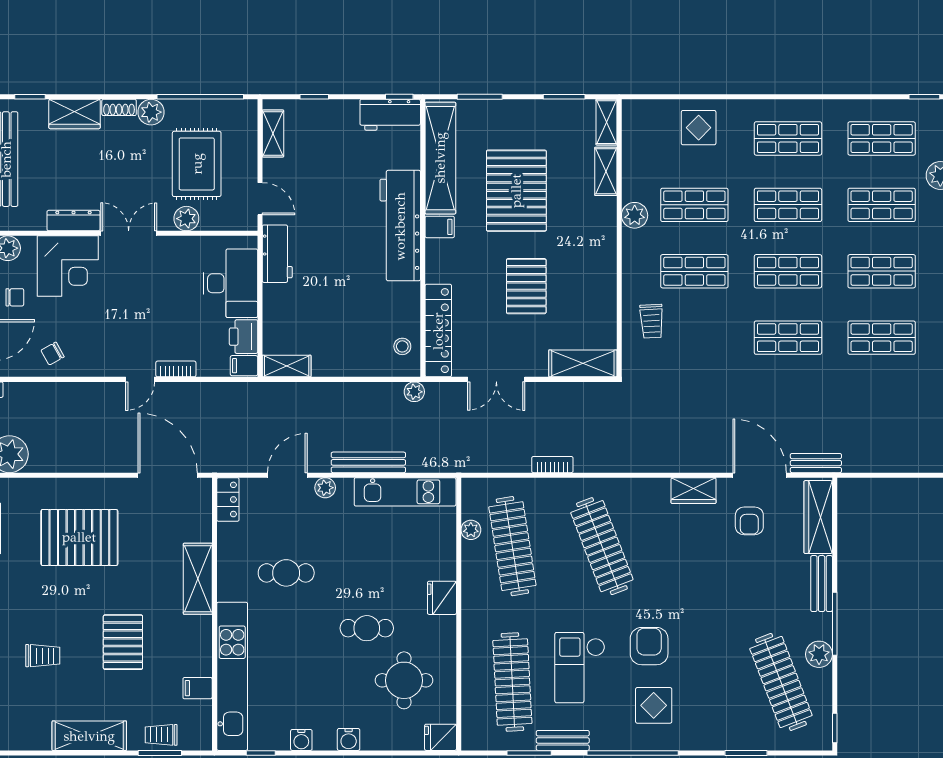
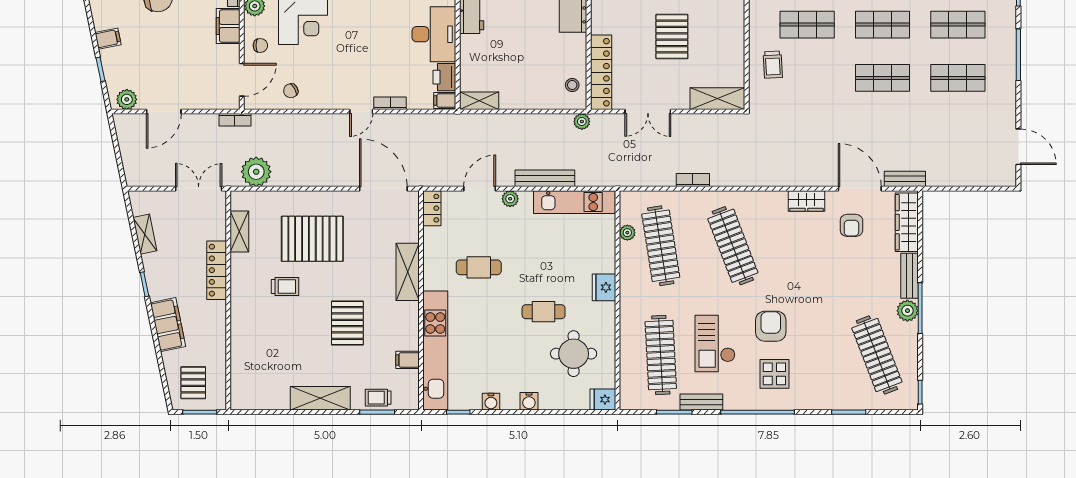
plant: (819, 654) -> (907, 311), moved
trolley: (43, 656) -> (285, 287), moved

